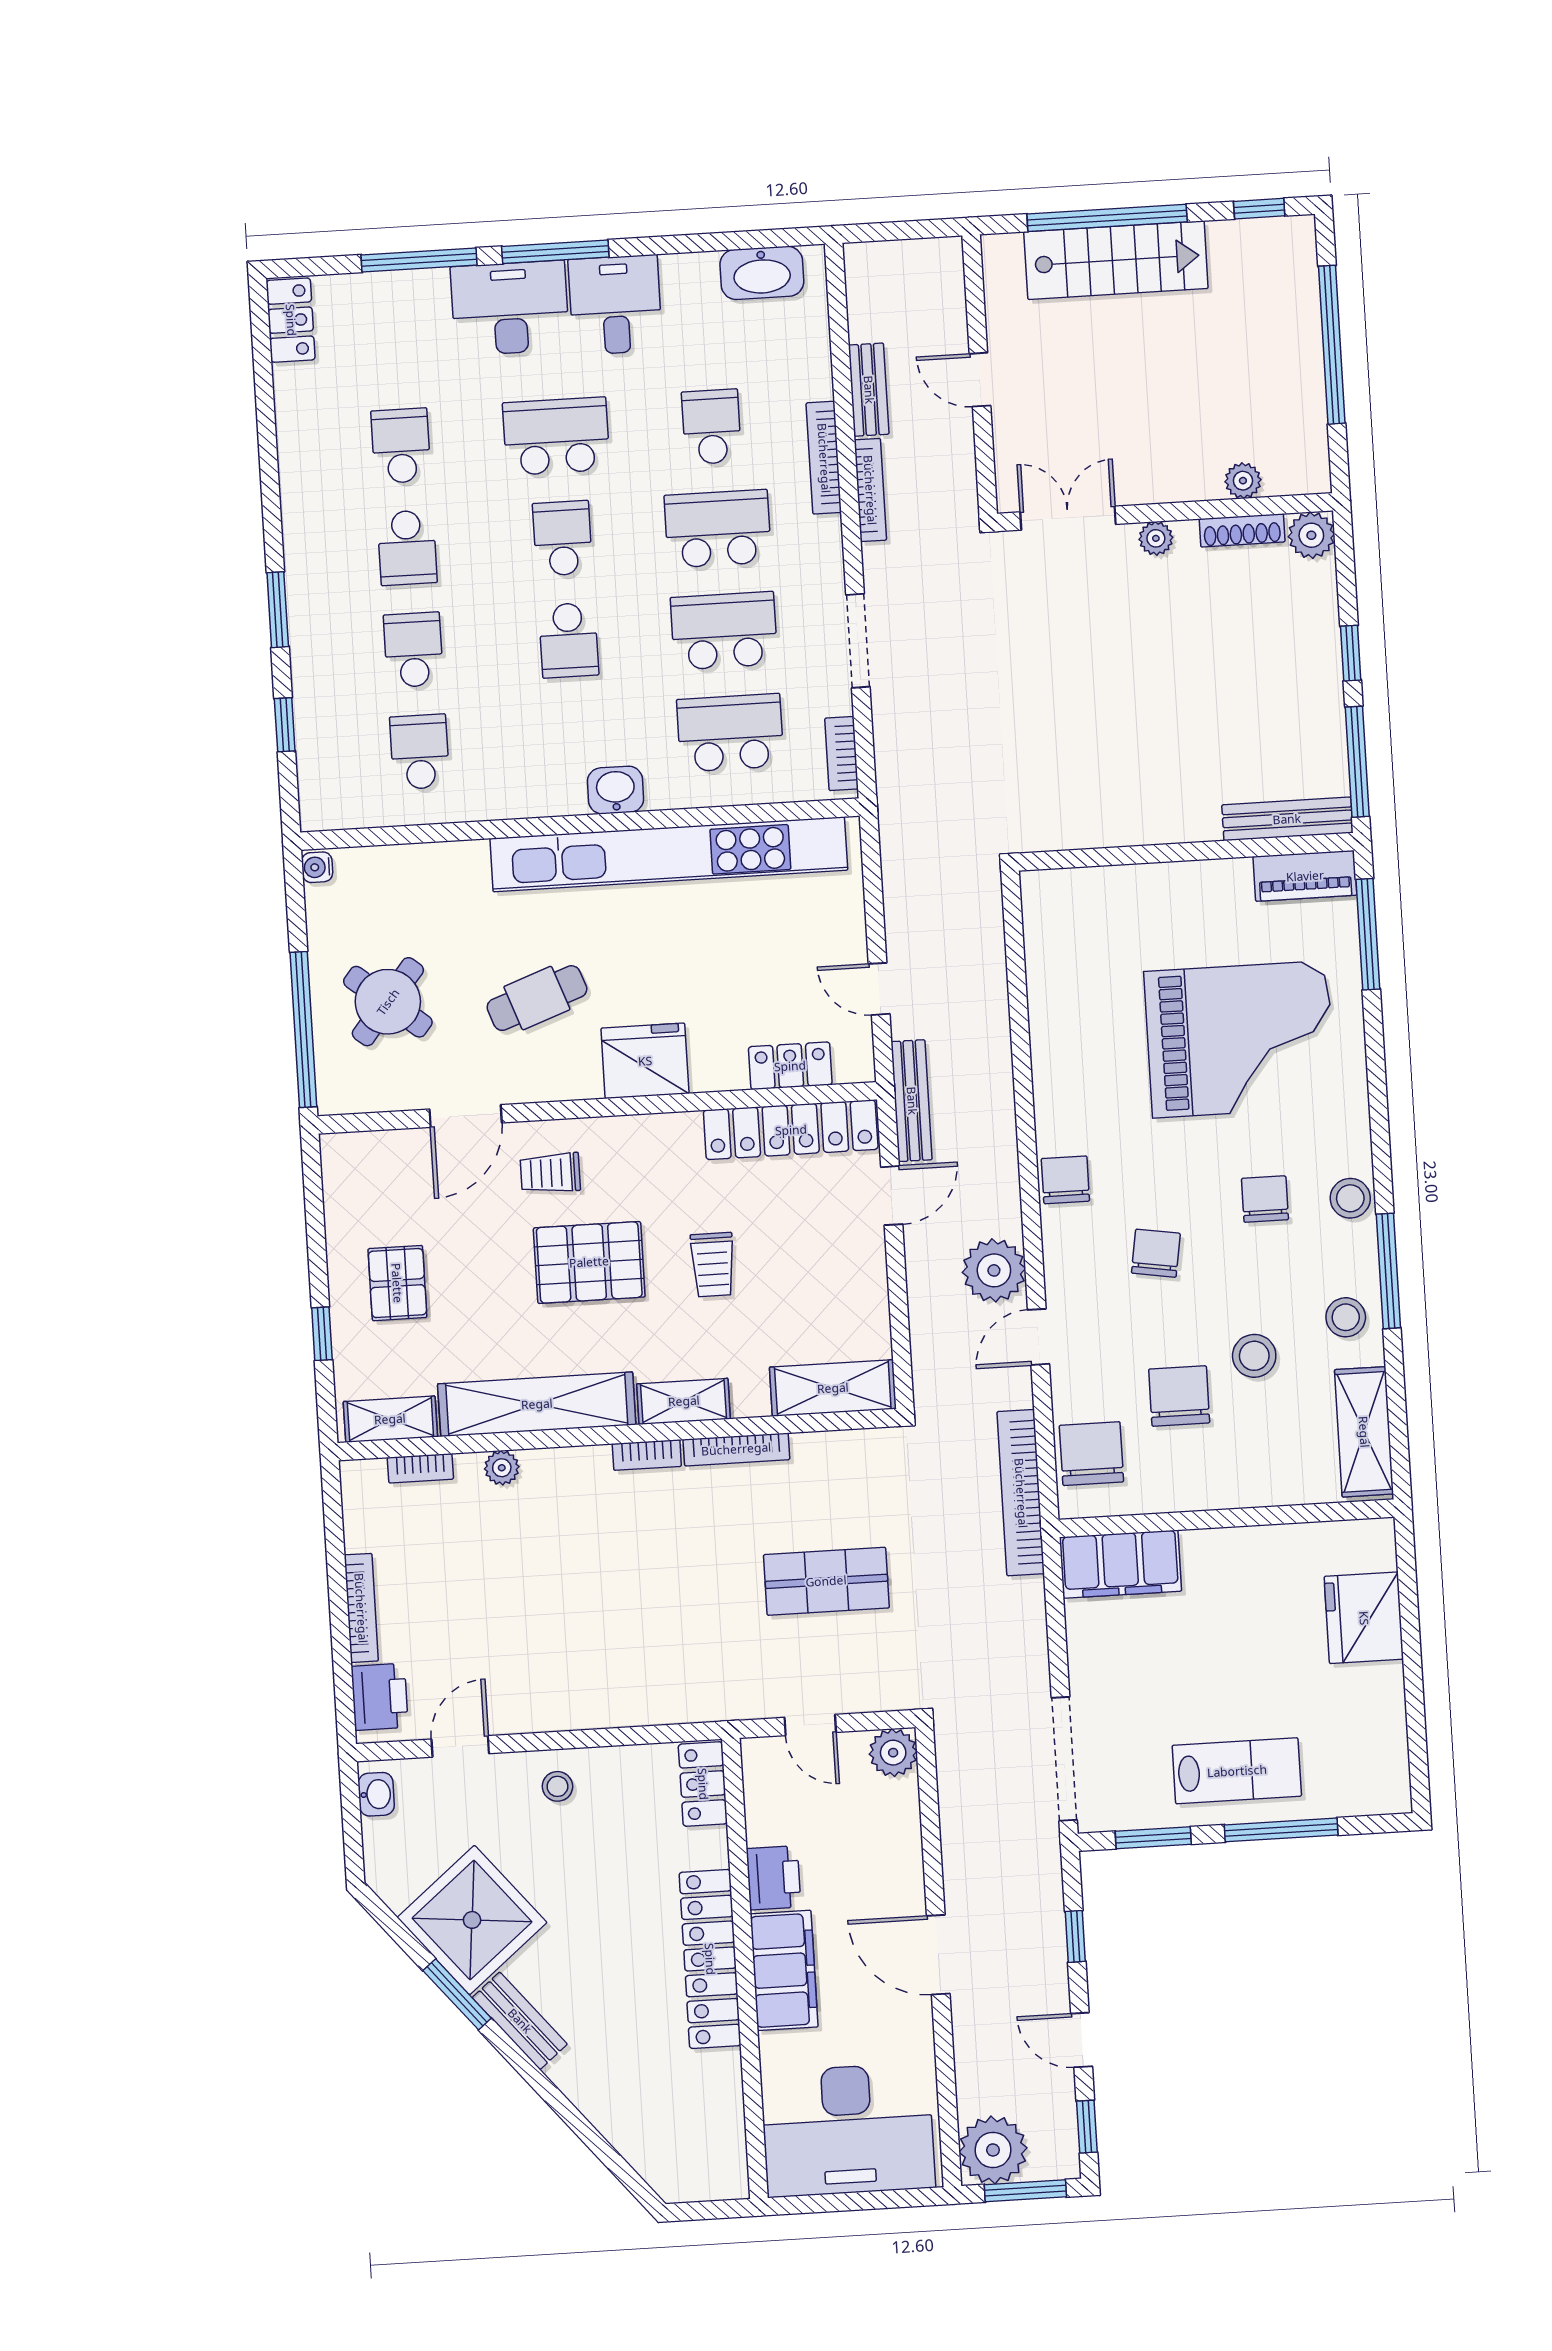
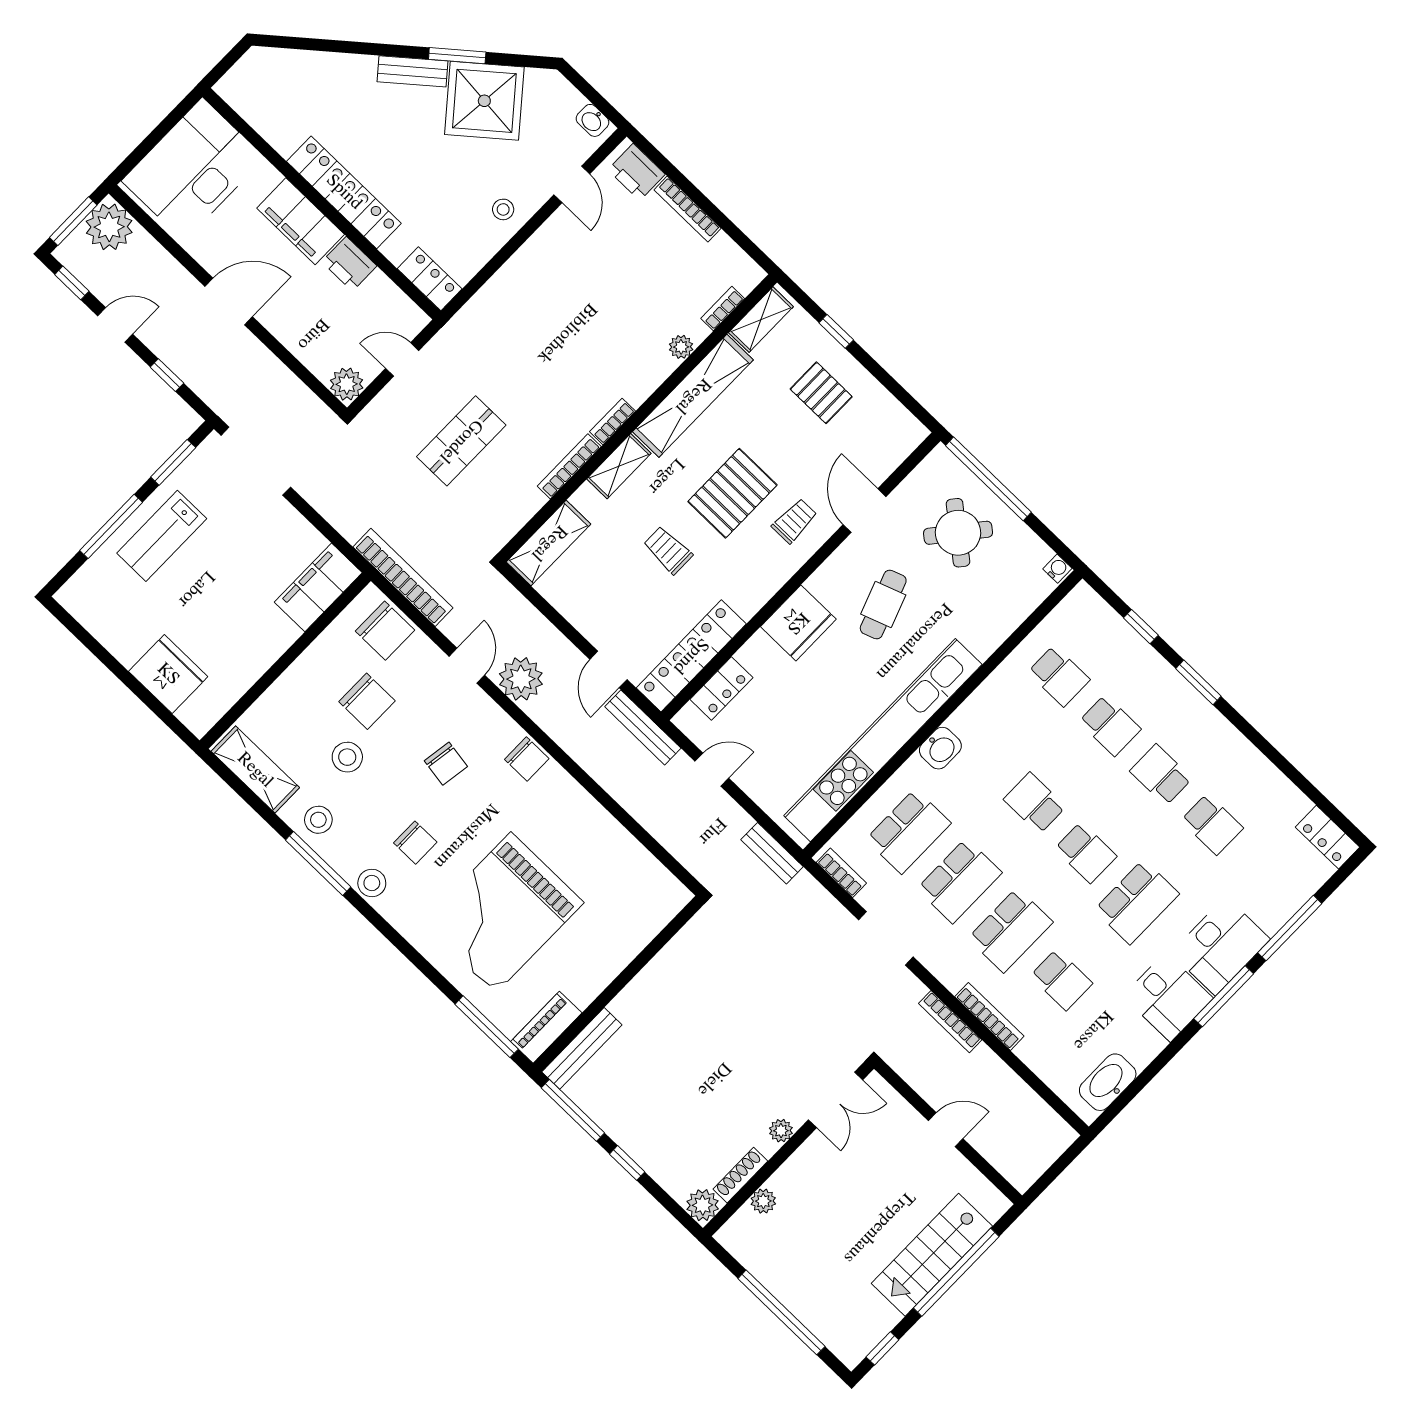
bench: (869, 390) -> (772, 853), moved

